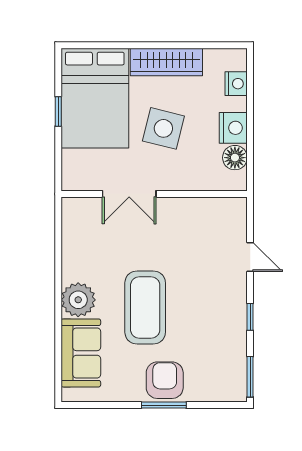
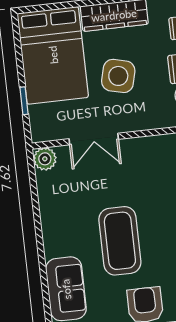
window: (58, 111) -> (24, 101), moved
plant: (78, 300) -> (45, 159), moved, width x0.73, depth x0.73

